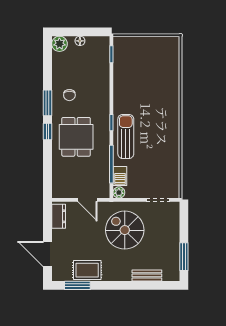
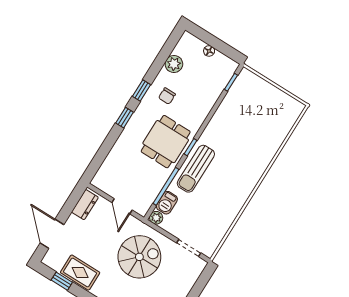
plant: (59, 44) -> (174, 64), moved
window: (47, 103) -> (142, 90), width x0.67
sun lounger: (126, 136) -> (196, 169), turned 180
dining table: (76, 137) -> (166, 142), moved
spiral stairs: (125, 230) -> (139, 257), turned 90
window: (77, 285) -> (62, 281), width x0.67

